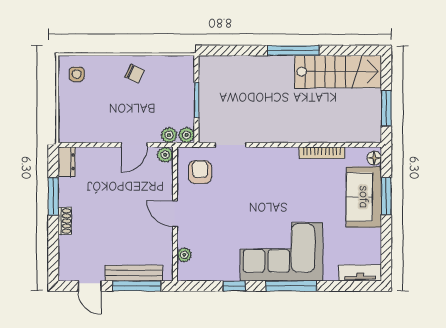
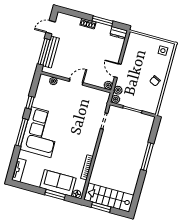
window: (293, 50) -> (147, 157), moved
stairs: (338, 72) -> (109, 198), moved, turned 90
armchair: (200, 172) -> (94, 101), removed

